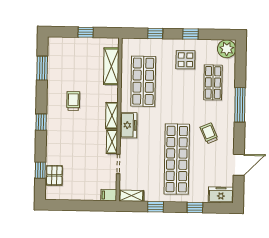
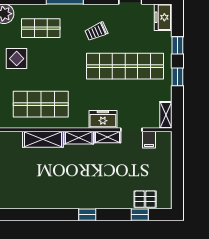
shelving: (111, 66) -> (43, 139), moved
window: (42, 68) -> (28, 215), removed
trolley: (73, 101) -> (64, 180), removed
freezer: (128, 125) -> (103, 119), moved
filing cabinet: (109, 195) -> (149, 140), moved
window: (156, 207) -> (177, 77), moved

